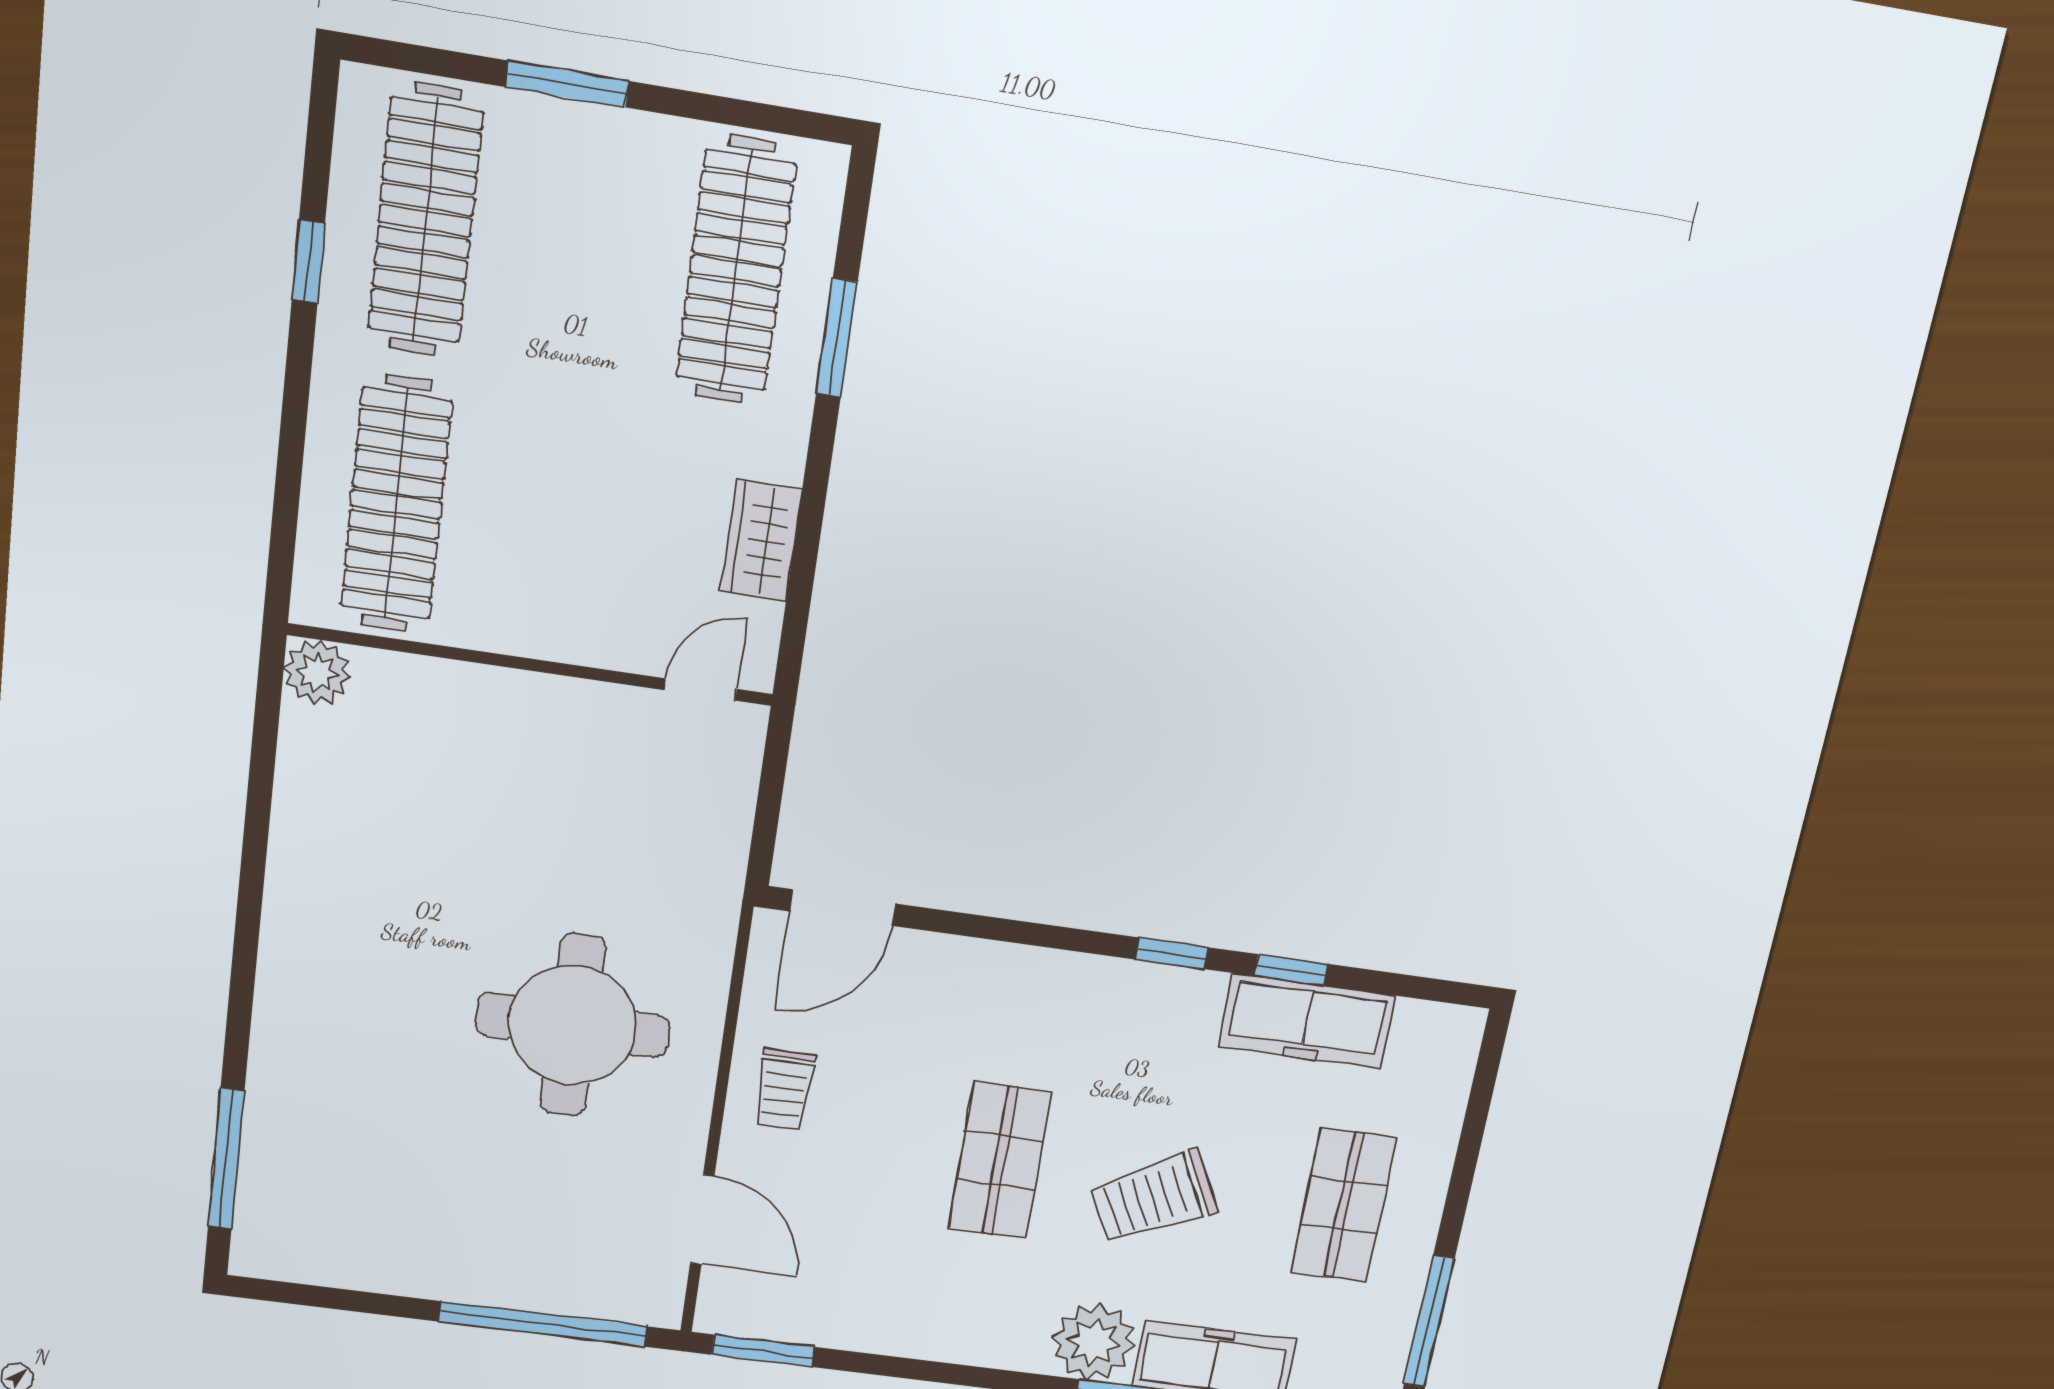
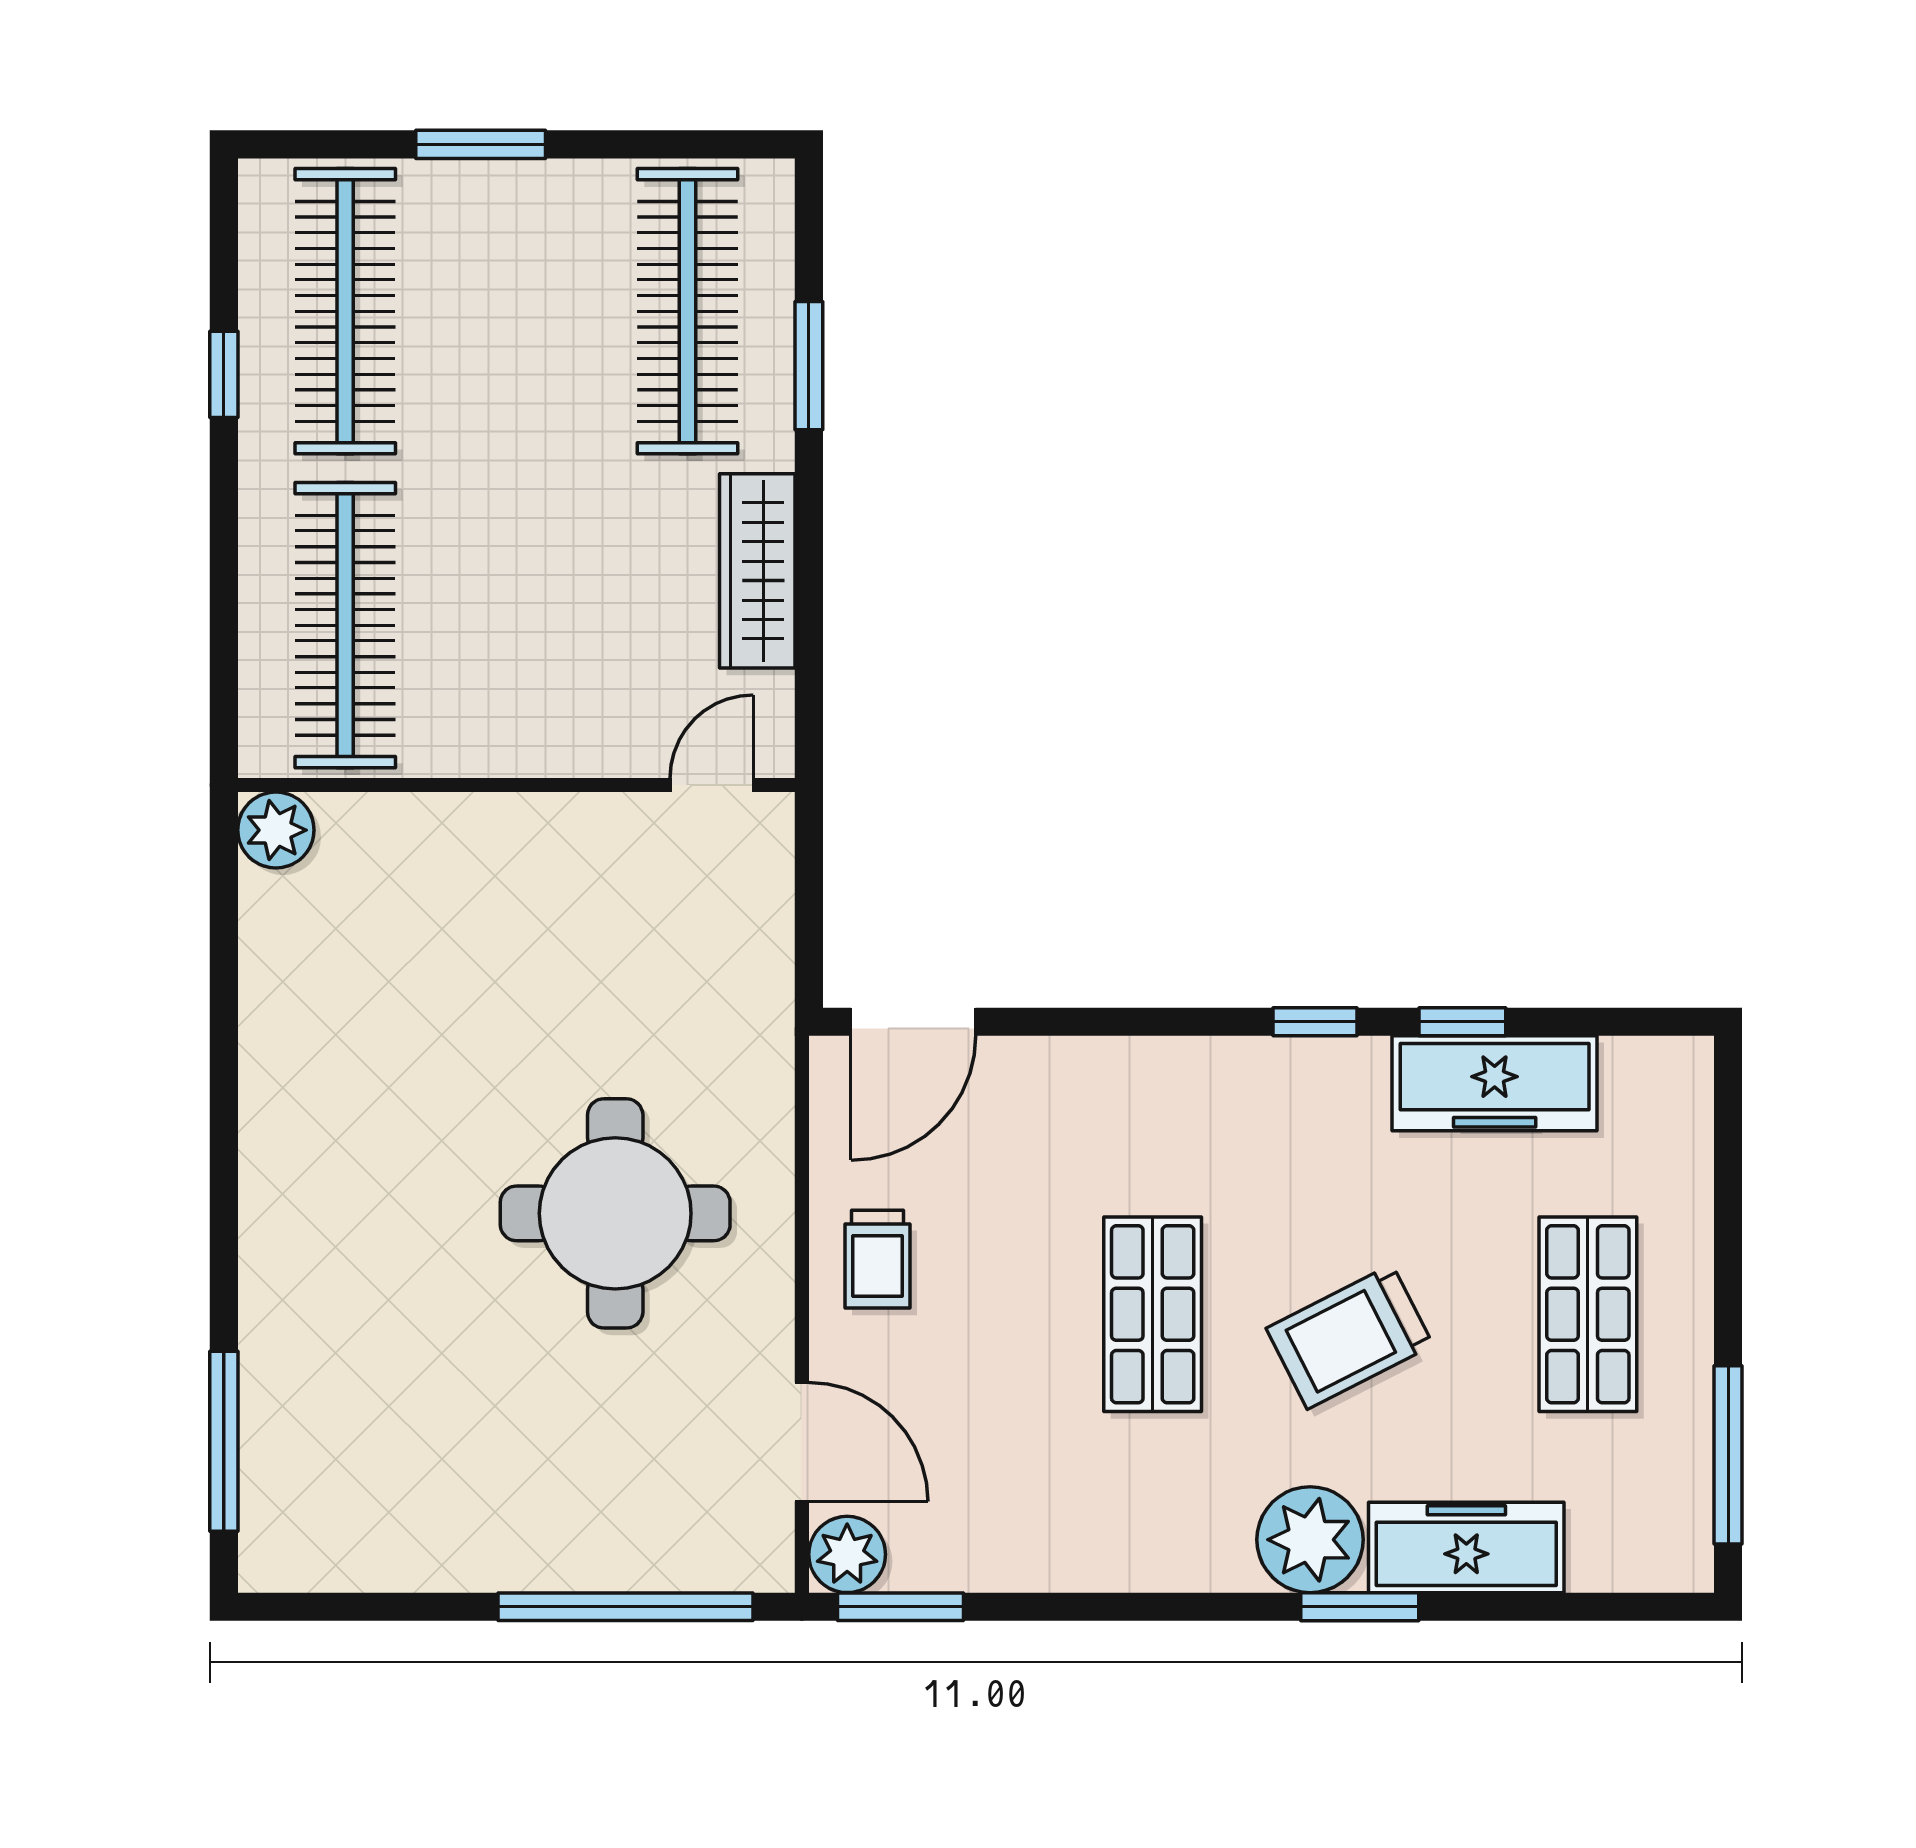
wardrobe: (761, 541) -> (757, 571), width x1.50
plant: (726, 1308) -> (847, 1554), added

